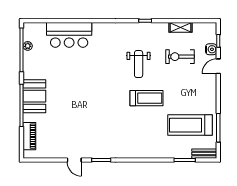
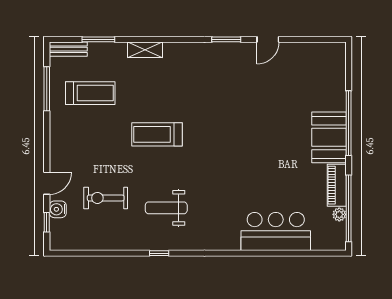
shelving: (181, 27) -> (145, 50), moved
exercise bike: (180, 57) -> (106, 198), turned 180
weight bench: (139, 64) -> (166, 208), moved, turned -90
treadmill: (190, 125) -> (90, 93), width x0.73, depth x0.73
piano: (29, 136) -> (337, 185), moved
door: (74, 160) -> (268, 39), swing flipped

